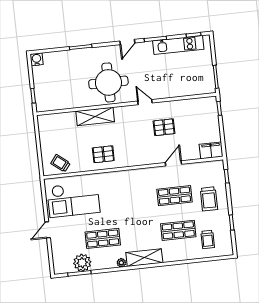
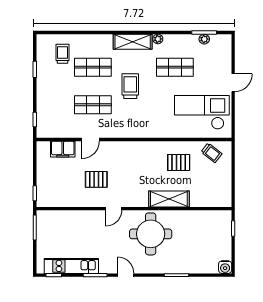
door: (127, 42) -> (126, 275), hinge flipped
door: (145, 102) -> (114, 209), hinge flipped
filing cabinet: (211, 150) -> (63, 149), moved
pallet: (103, 154) -> (179, 163), moved
trolley: (209, 199) -> (130, 86), moved
plant: (82, 263) -> (204, 39), width x0.53, depth x0.53

